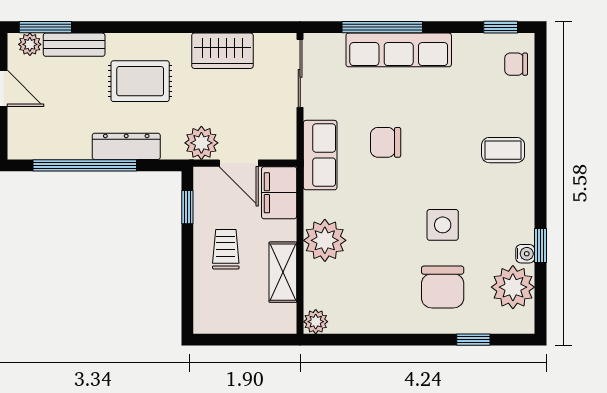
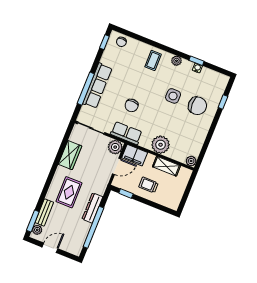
plant: (201, 143) -> (115, 147), moved
plant: (513, 287) -> (177, 61), moved, width x0.53, depth x0.53

